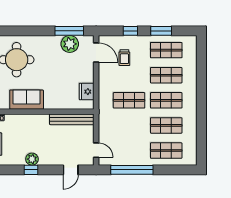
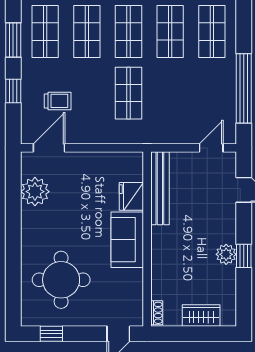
window: (69, 31) -> (13, 192), removed
fridge: (87, 92) -> (131, 196), moved, turned 90
sofa: (27, 100) -> (127, 240), moved

